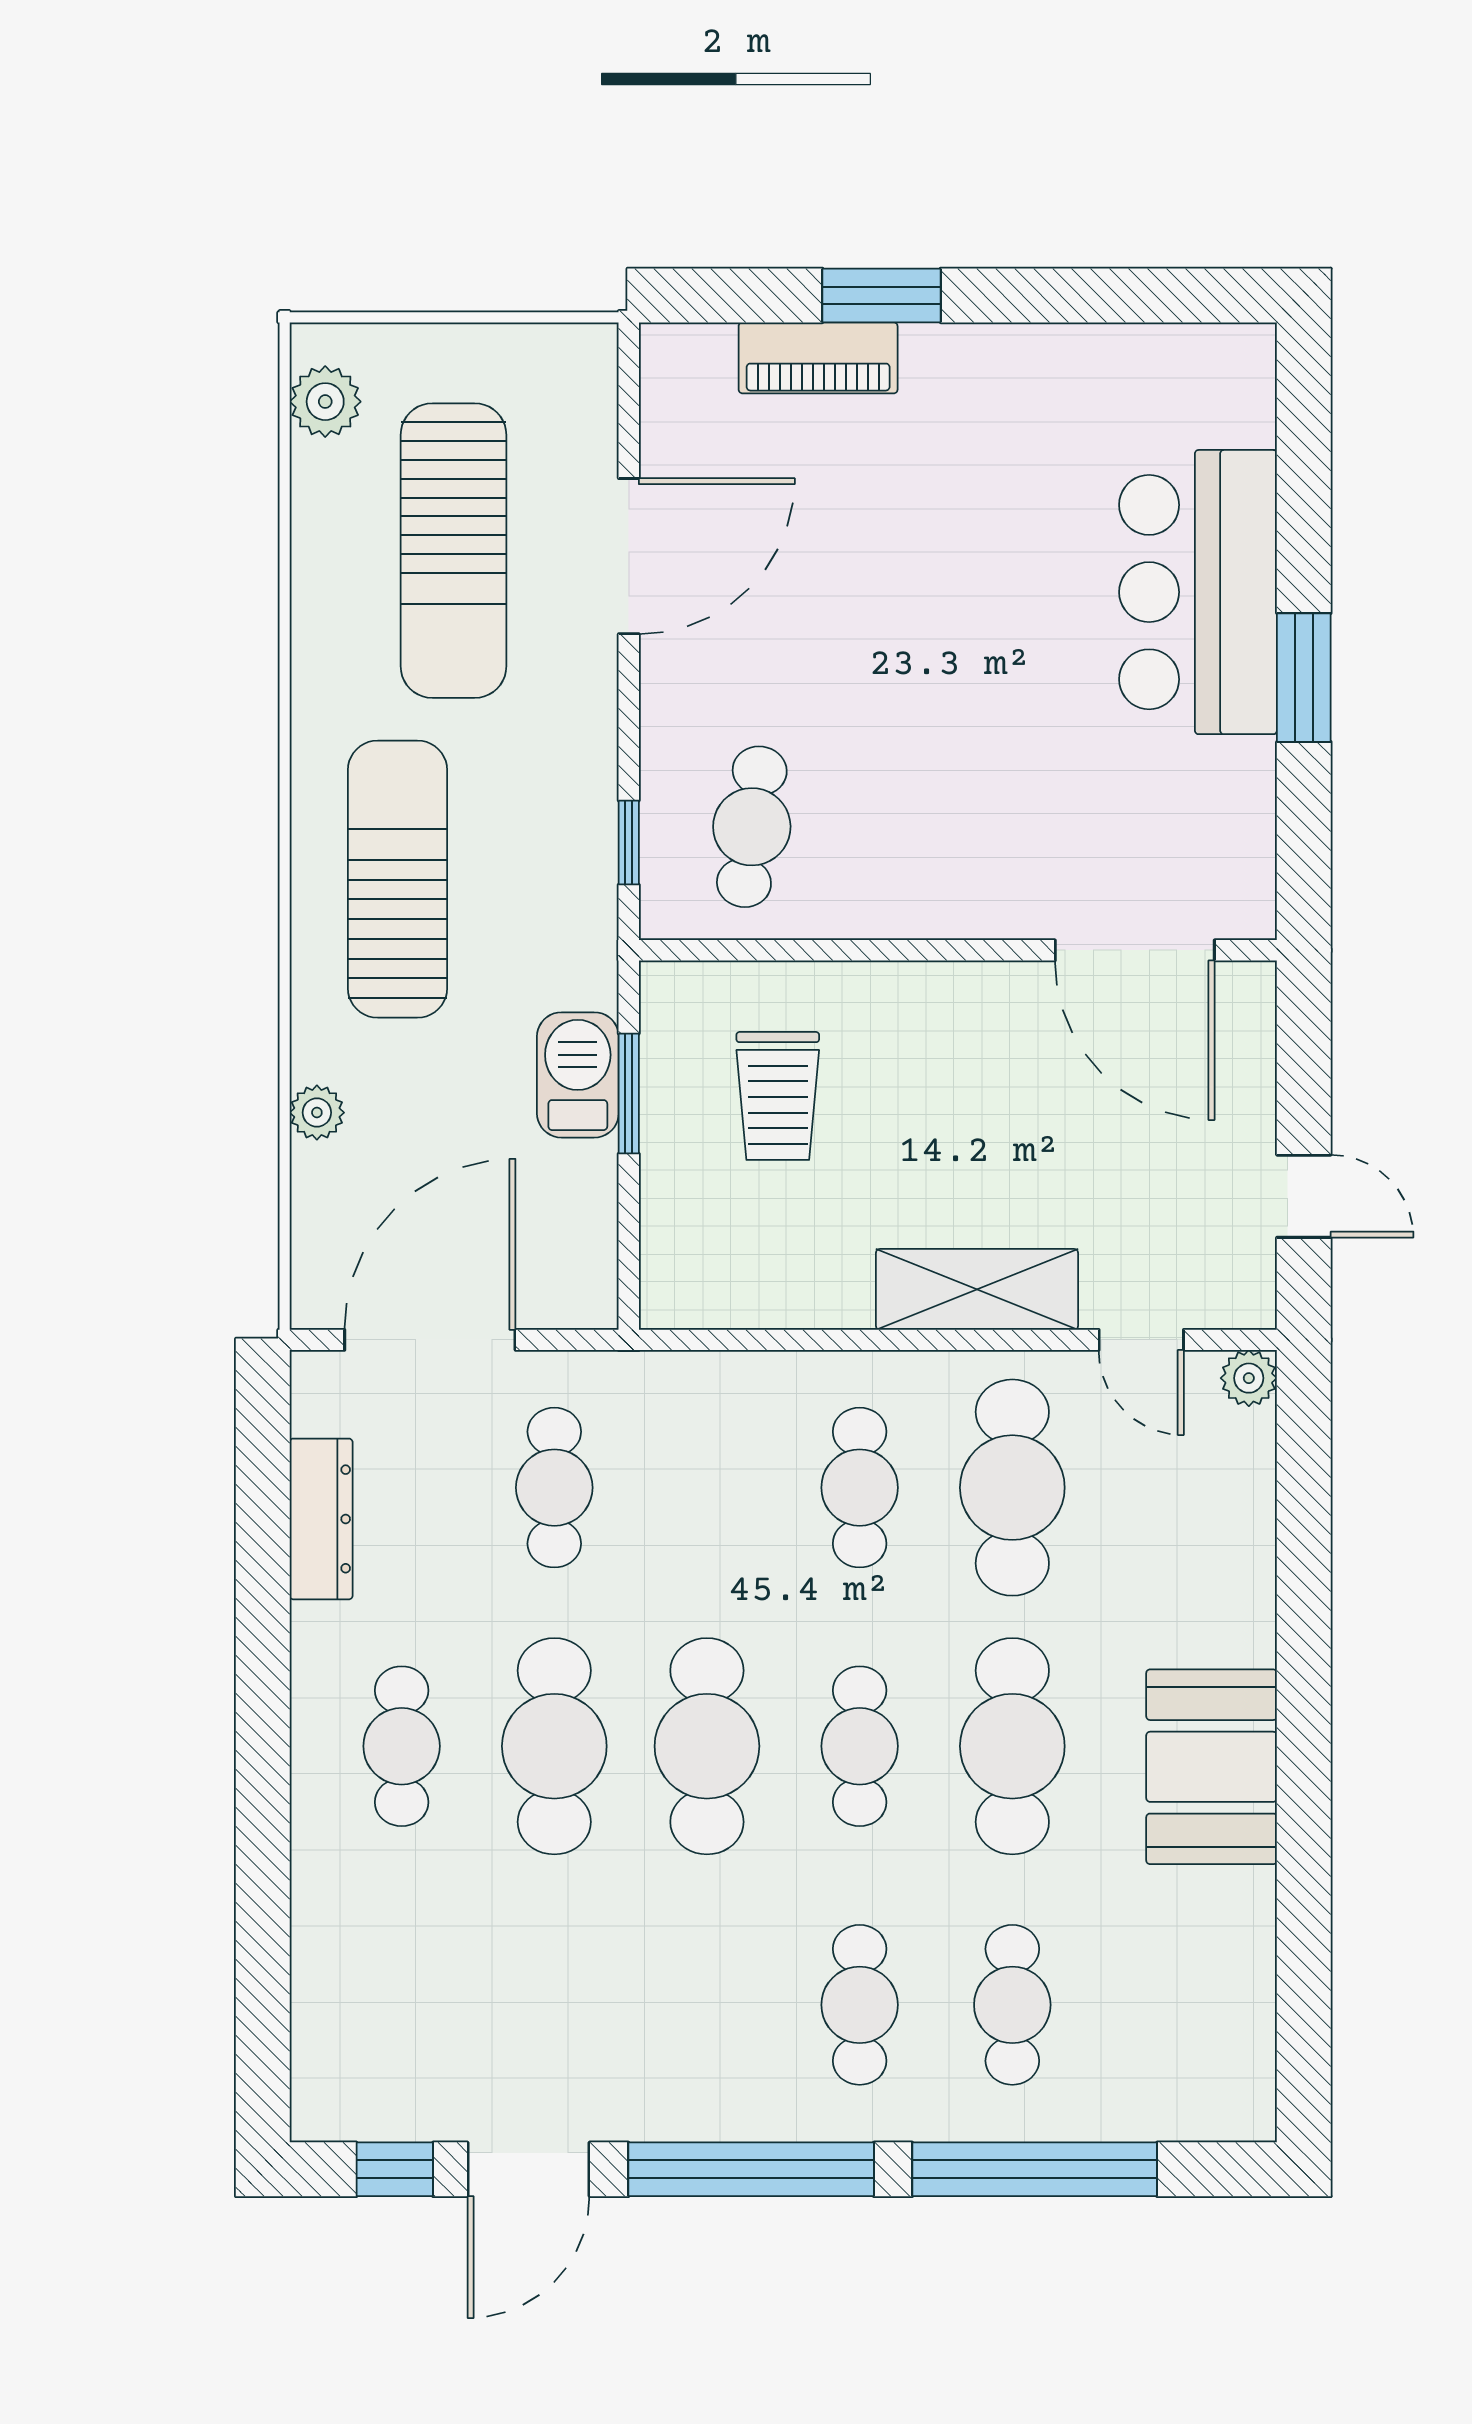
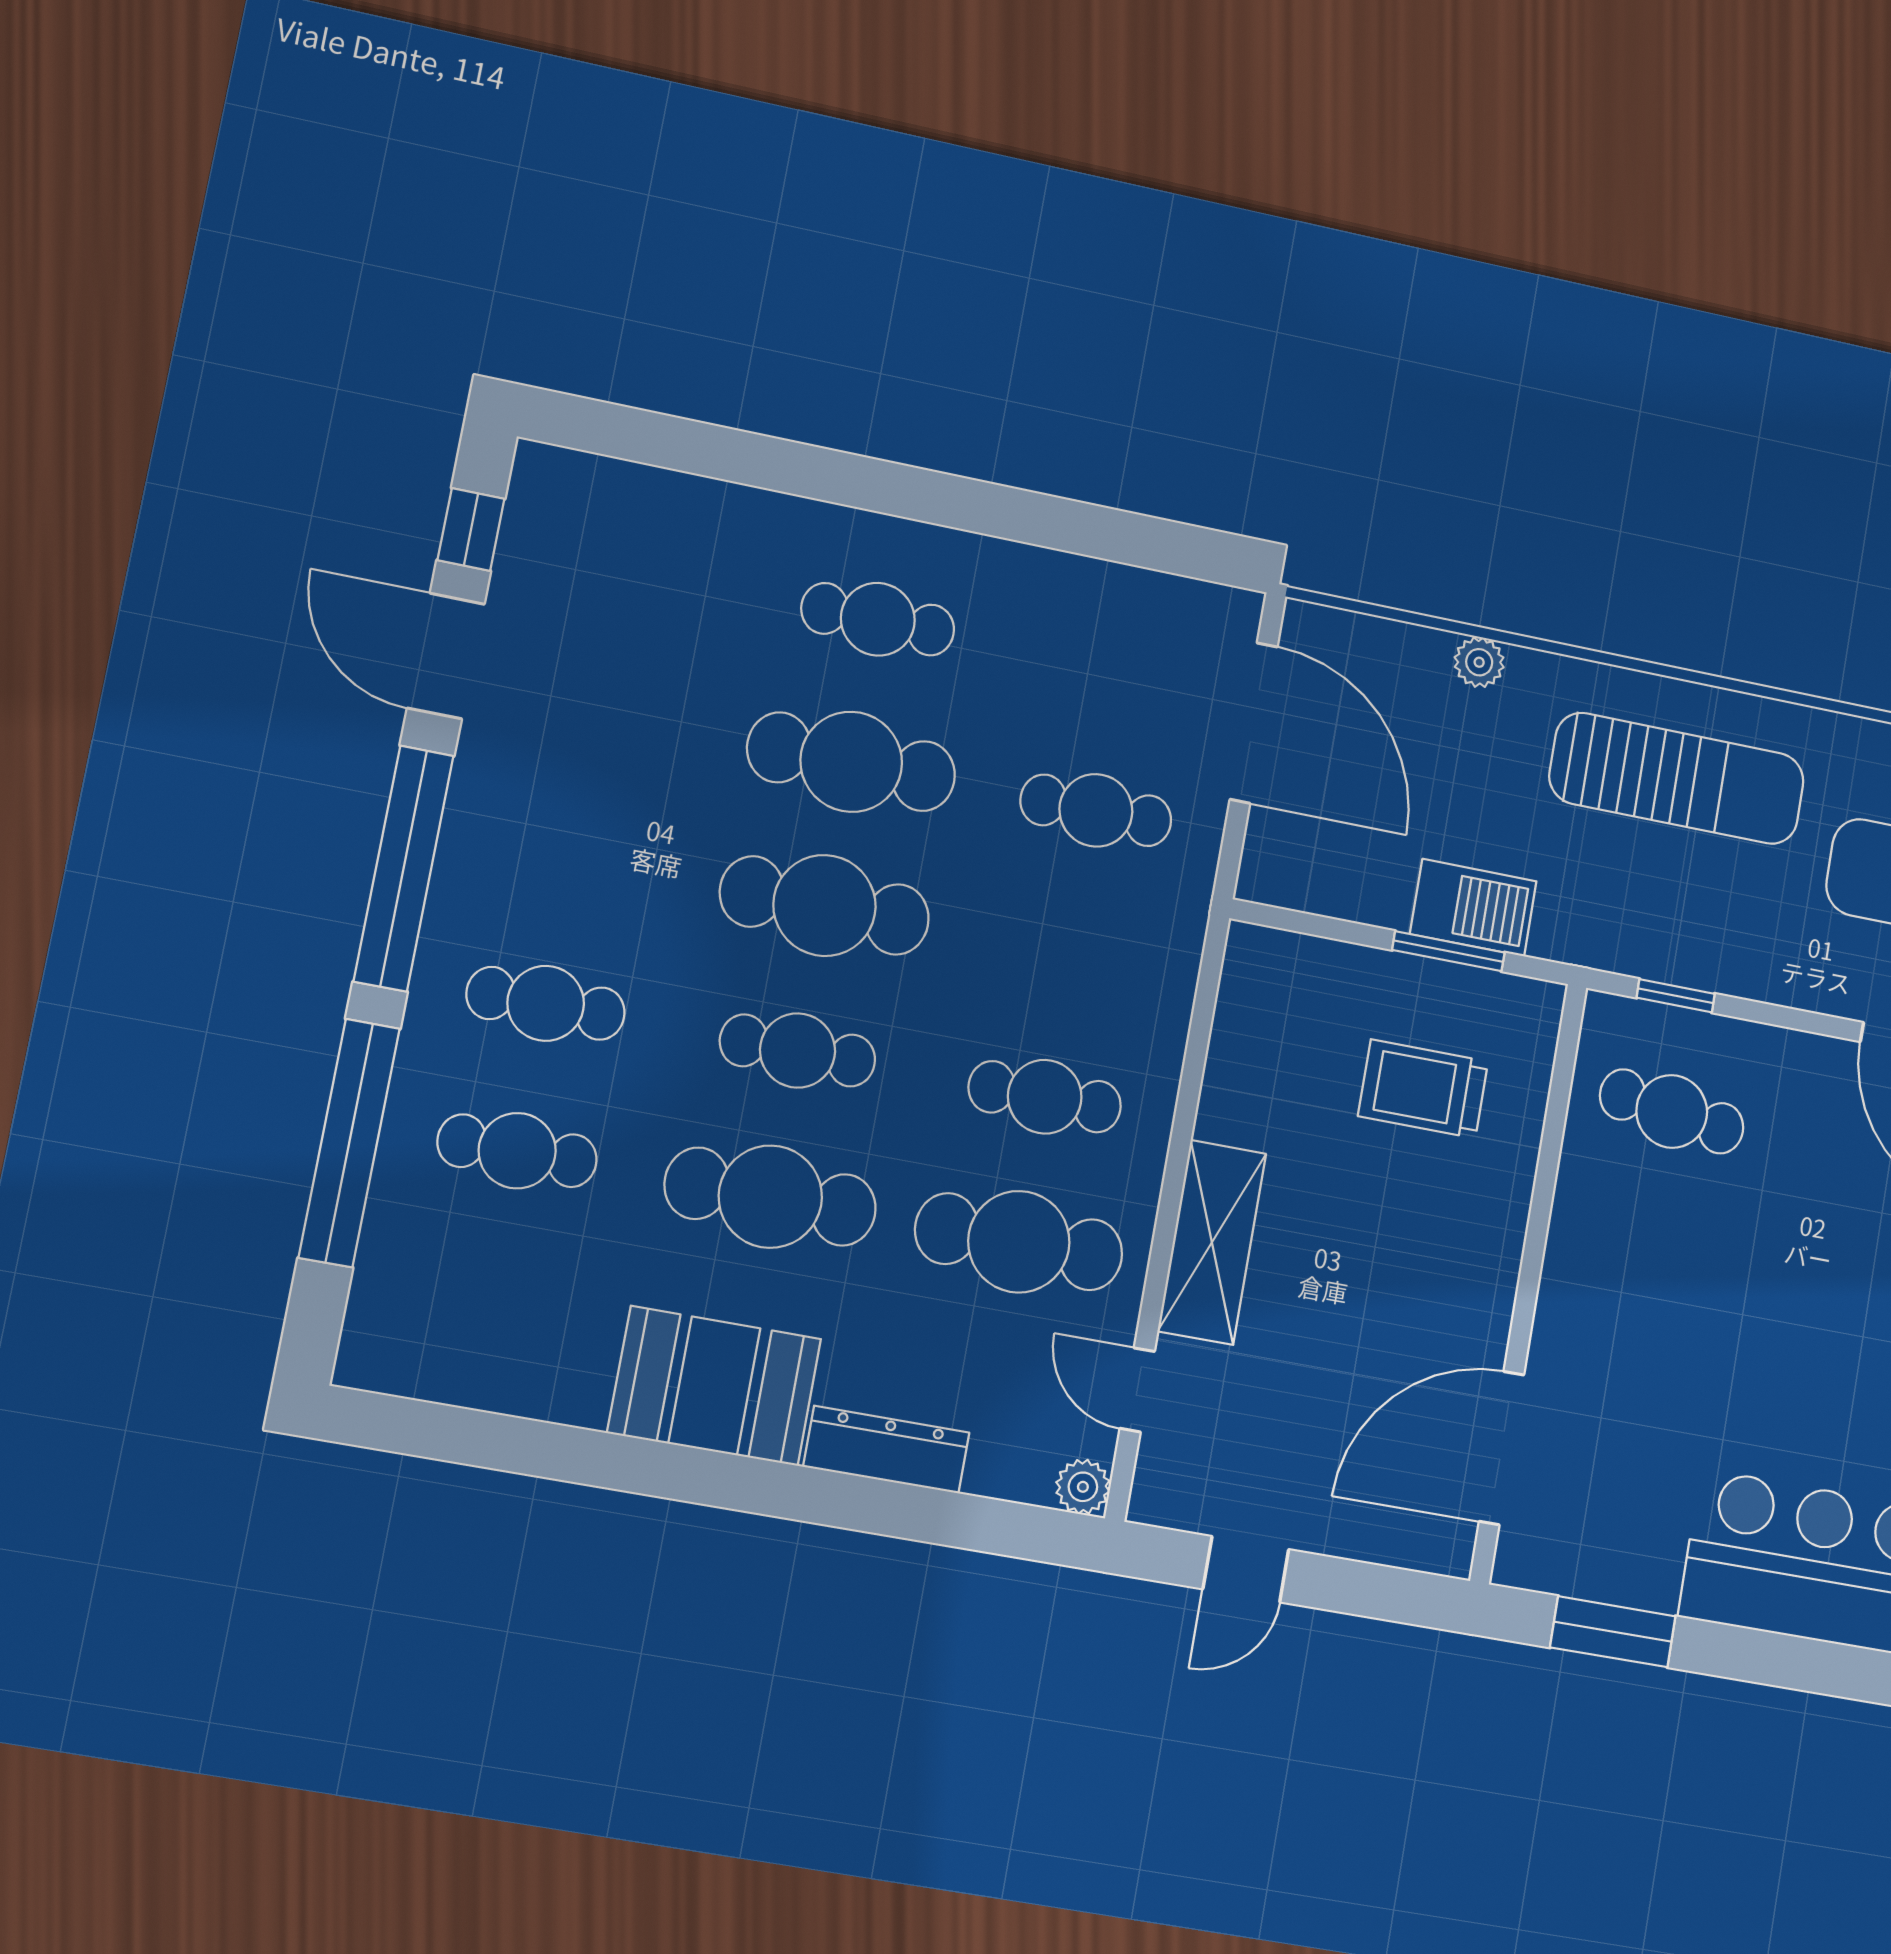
window: (1304, 678) -> (1613, 1632), moved
door: (1141, 1340) -> (1137, 1390), hinge flipped
dresser: (321, 1519) -> (886, 1450), moved, turned 180

